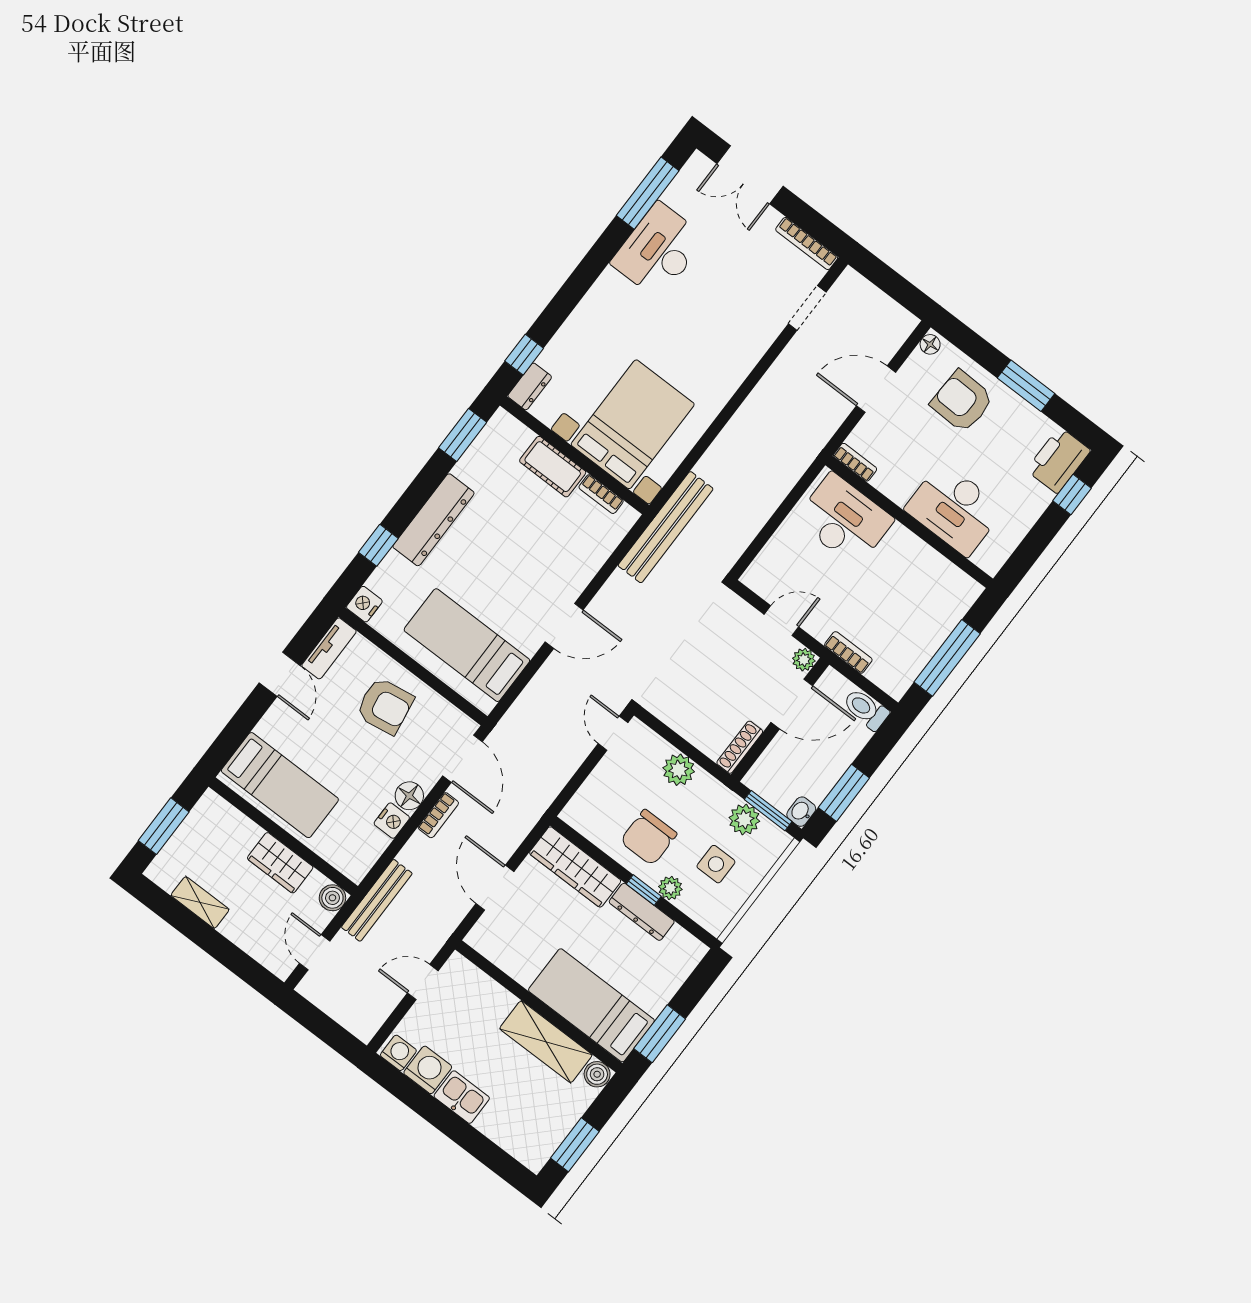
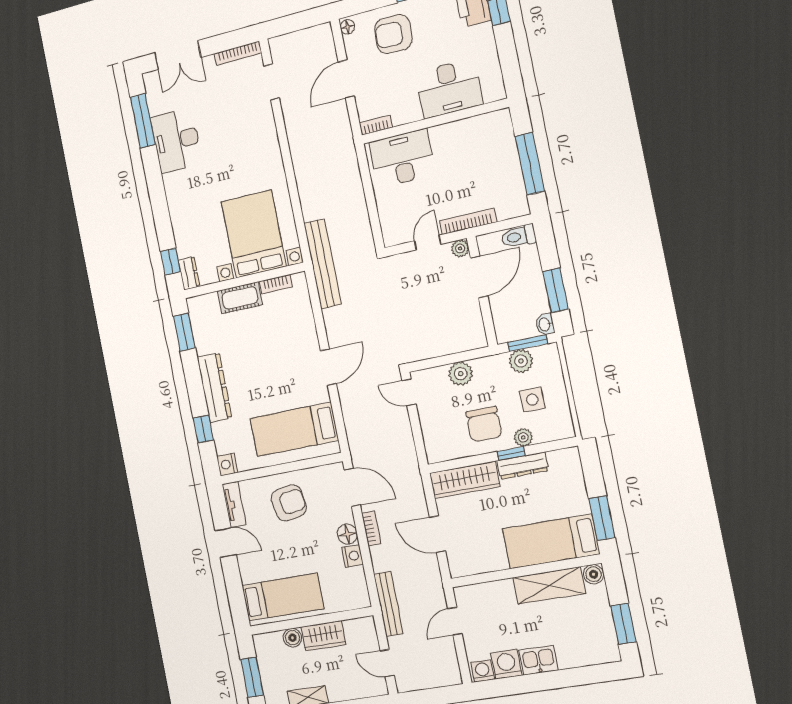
bookcase: (848, 652) -> (468, 221), width x1.56
shoe rack: (740, 747) -> (478, 328), removed
boiler: (332, 898) -> (292, 638), moved

